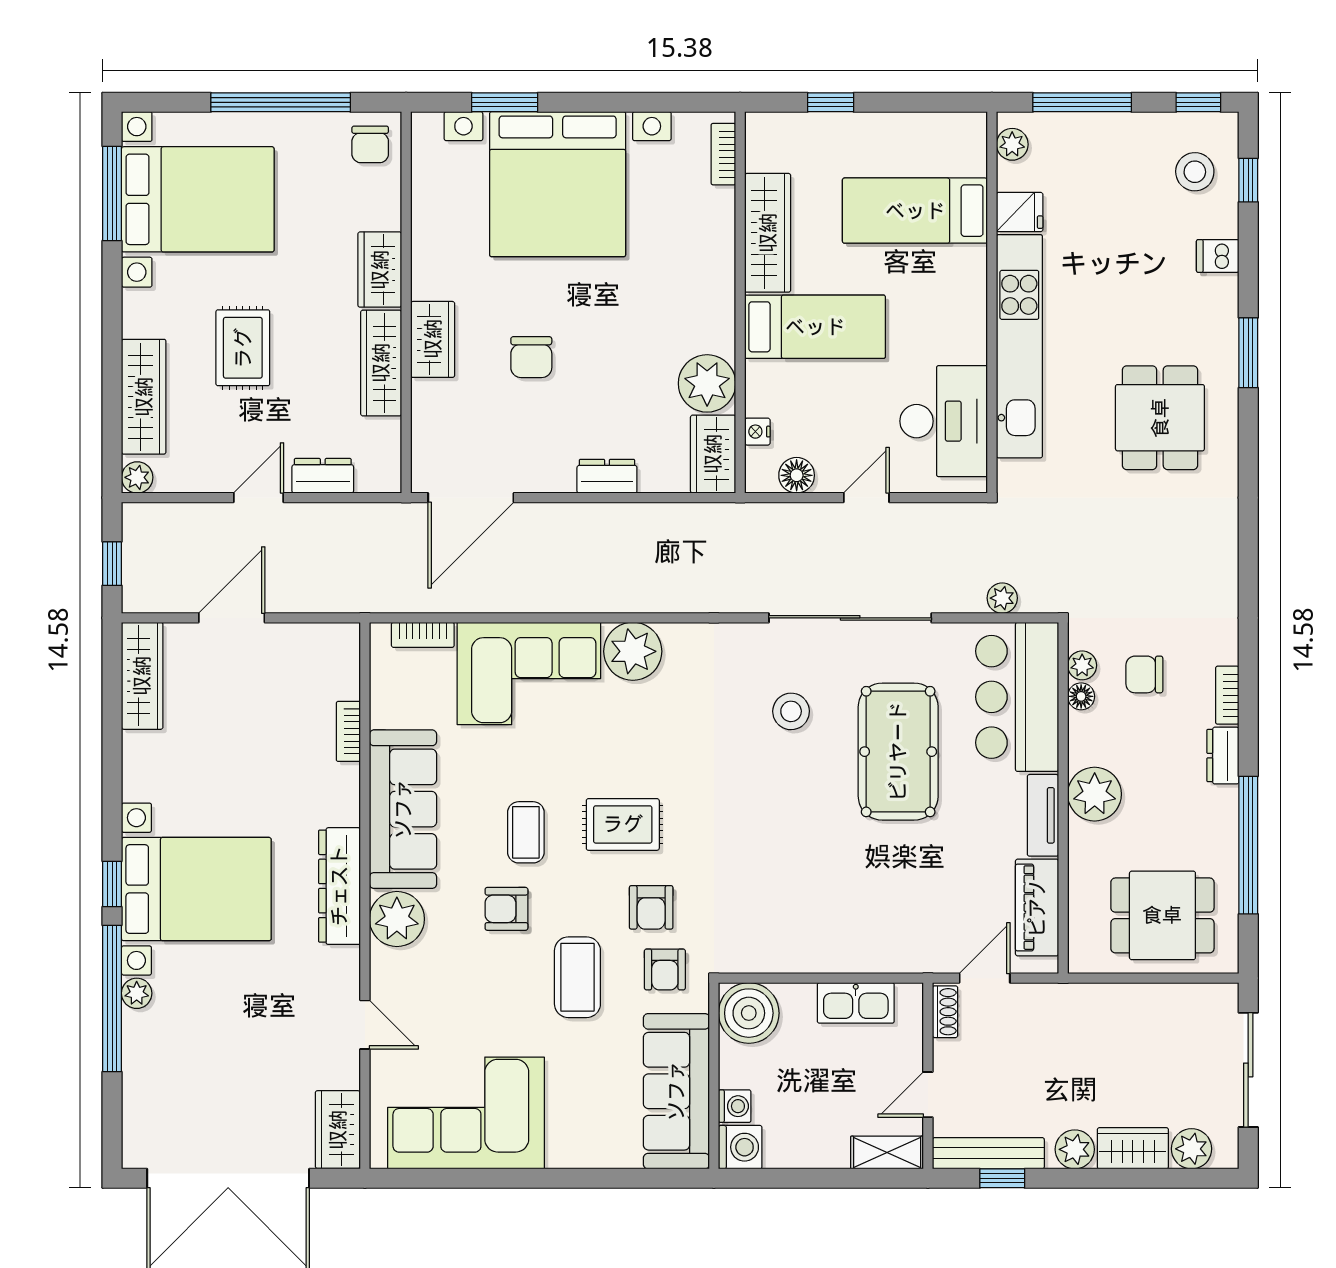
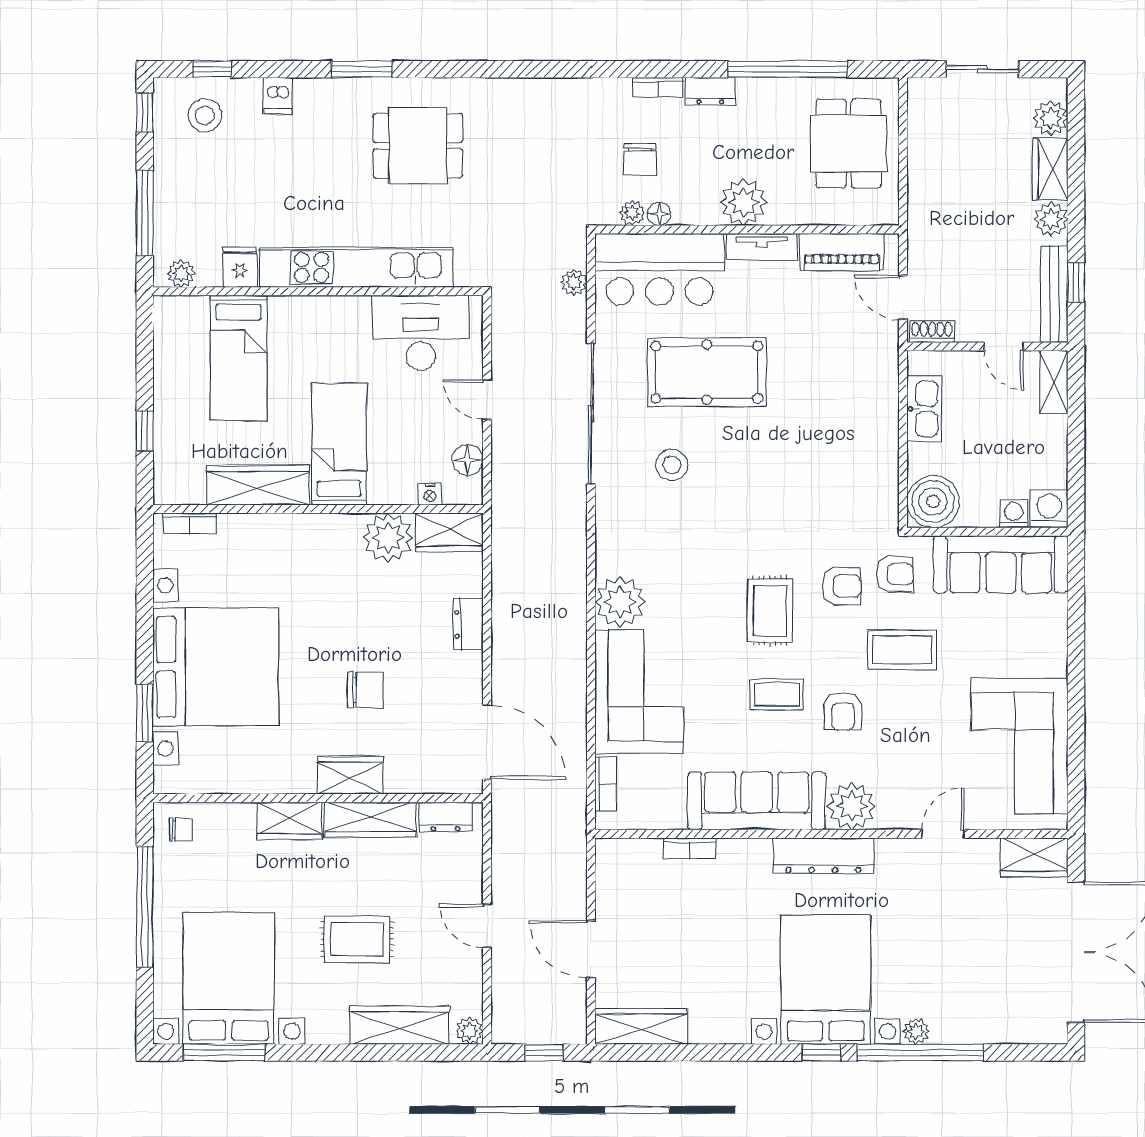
chair: (370, 144) -> (181, 829), width x0.73, depth x0.73
dresser: (323, 476) -> (445, 817), moved, turned -90
sliding door: (1248, 1070) -> (982, 69), width x0.73

